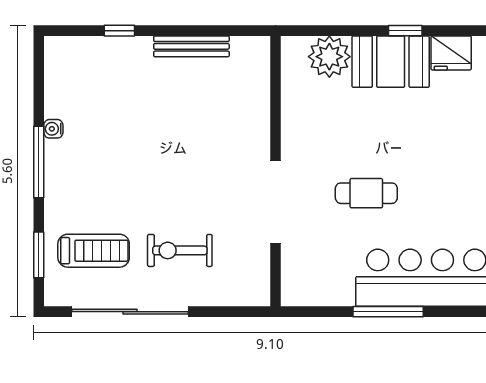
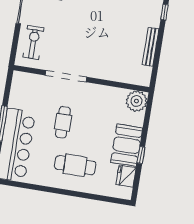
plant: (329, 57) -> (136, 101), moved
cafe table: (446, 156) -> (75, 165), added
exercise bike: (180, 250) -> (33, 42), moved

